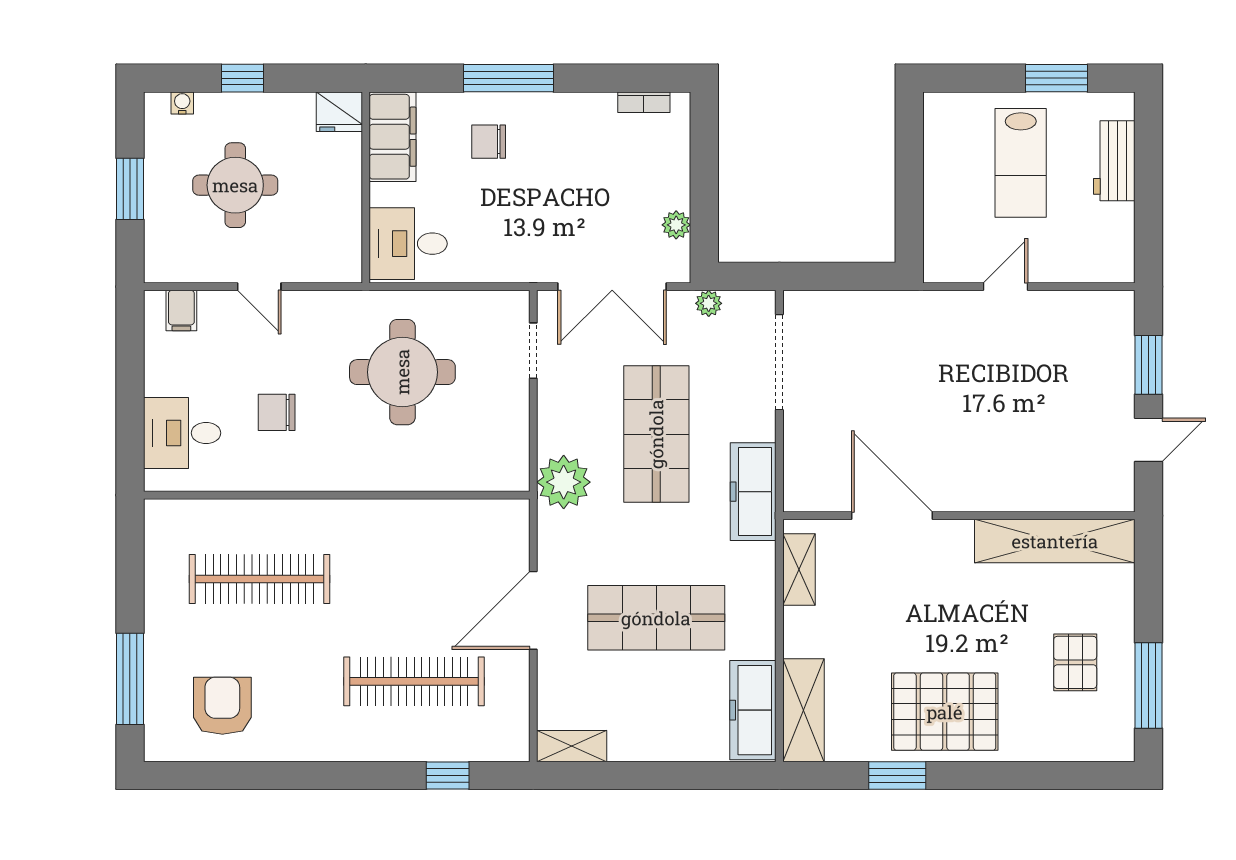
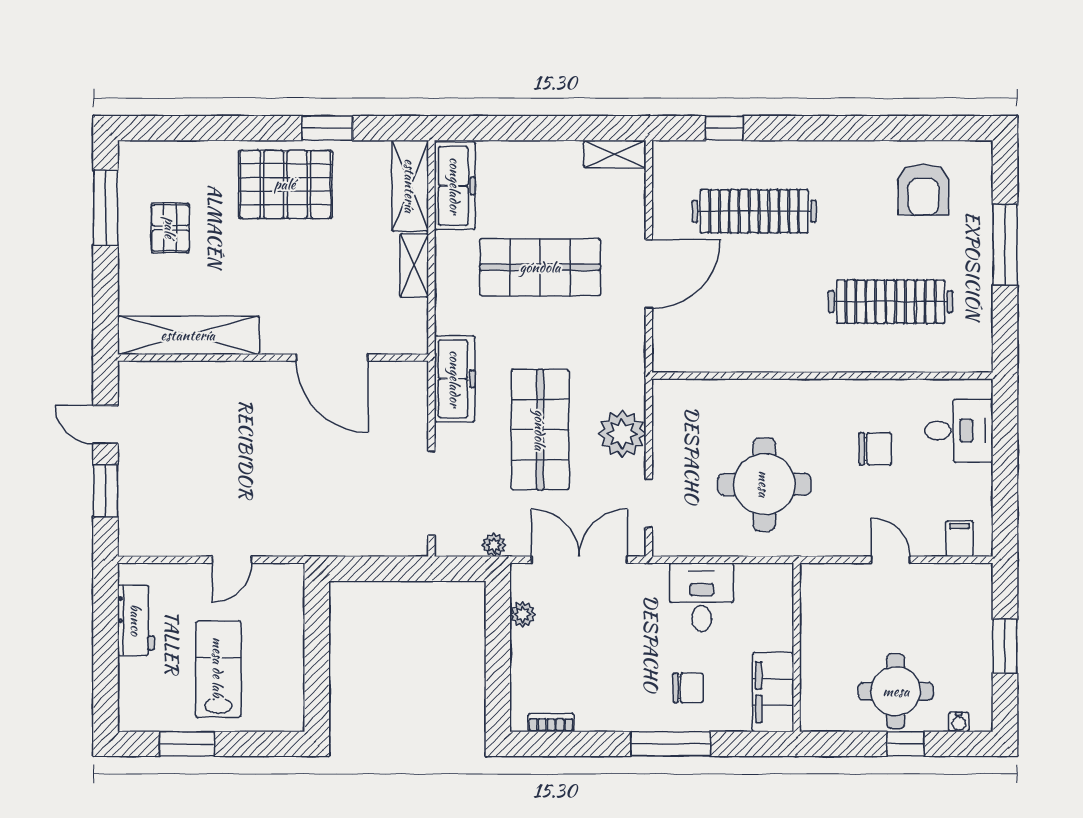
fridge: (339, 112) -> (820, 714), removed
workbench: (1114, 161) -> (136, 620), moved
round table: (235, 185) -> (896, 691), moved
desk: (408, 244) -> (702, 597), moved, turned -90
door: (1149, 440) -> (105, 424), hinge flipped
plant: (564, 482) -> (622, 434), moved
shelving: (799, 570) -> (414, 265), moved
window: (130, 679) -> (1005, 245), moved

